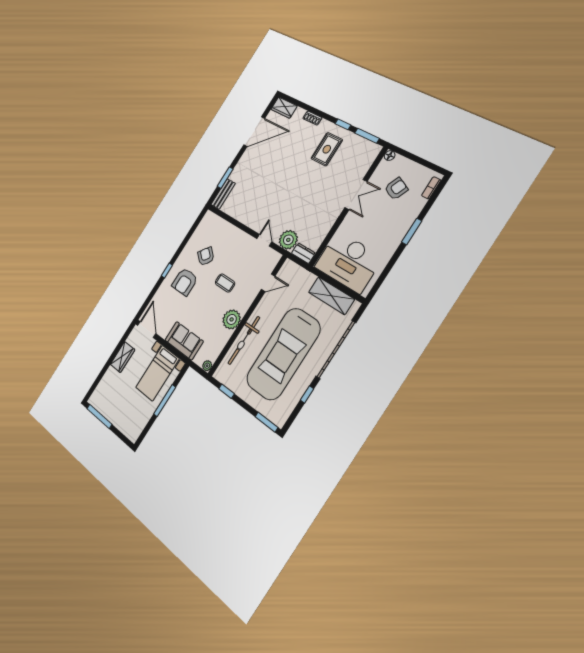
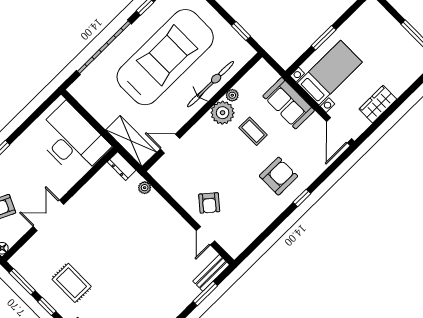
rug: (327, 149) -> (72, 283), turned 90
door: (264, 240) -> (206, 236), moved
plant: (288, 240) -> (145, 188), width x0.53, depth x0.53
armchair: (206, 256) -> (209, 203), moved
coffee table: (225, 283) -> (253, 131), moved
shelving: (331, 296) -> (131, 141), moved
plant: (207, 366) -> (232, 95), moved
window: (165, 401) -> (324, 38), width x0.69

